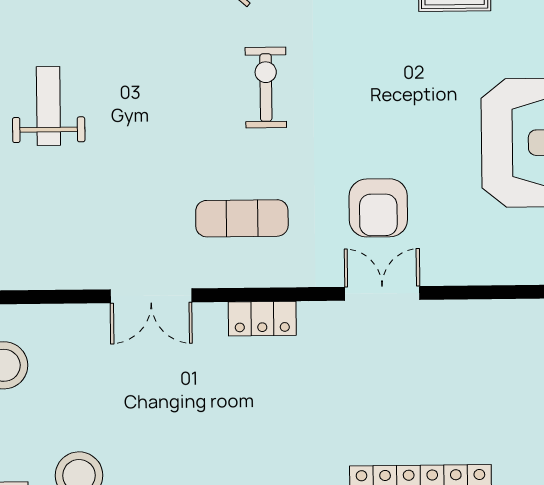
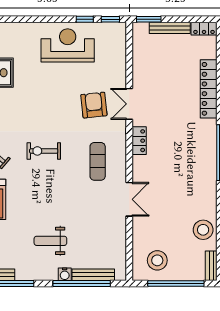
armchair: (378, 208) -> (94, 105), turned -96
locker: (262, 319) -> (139, 141), moved

